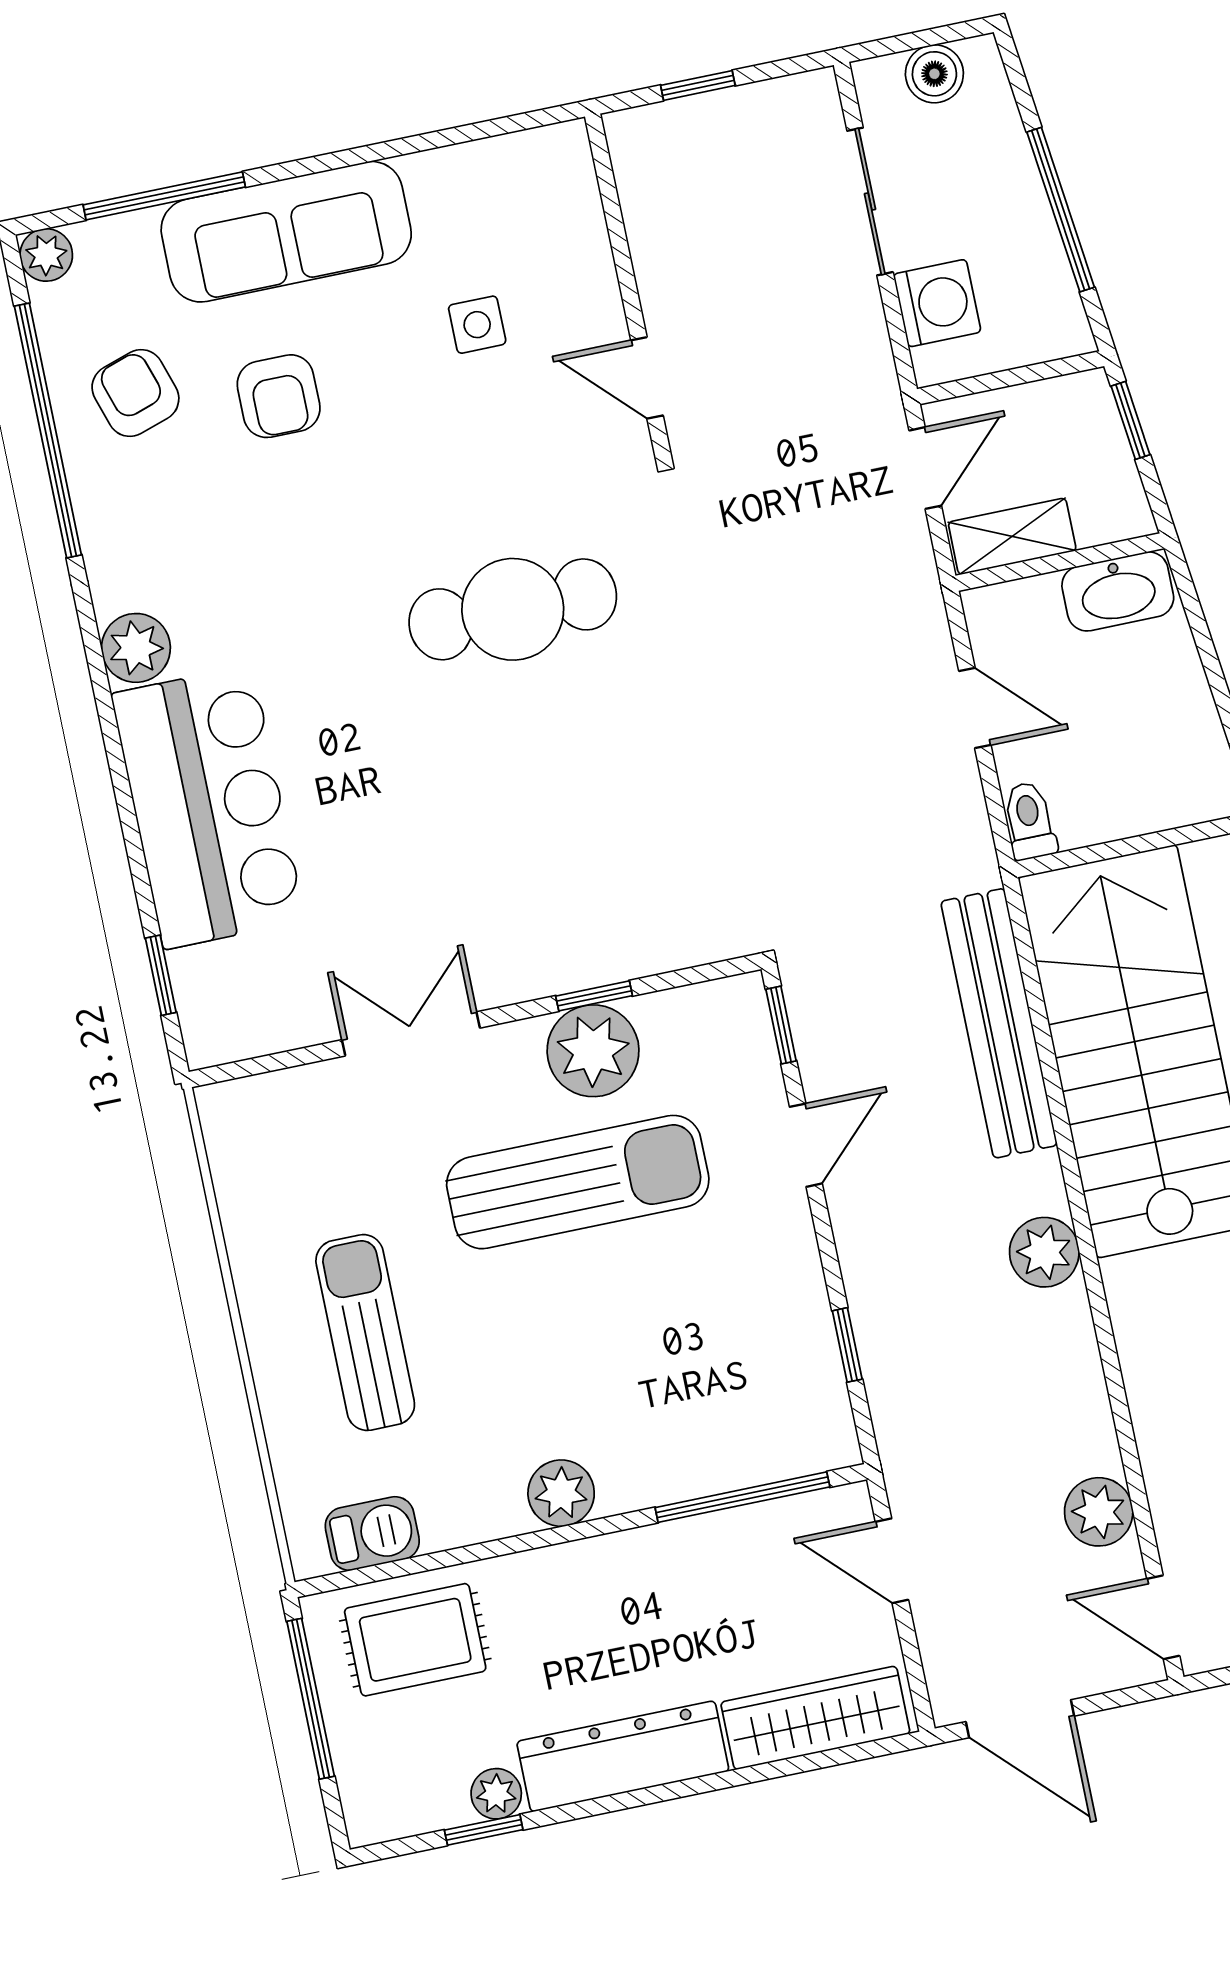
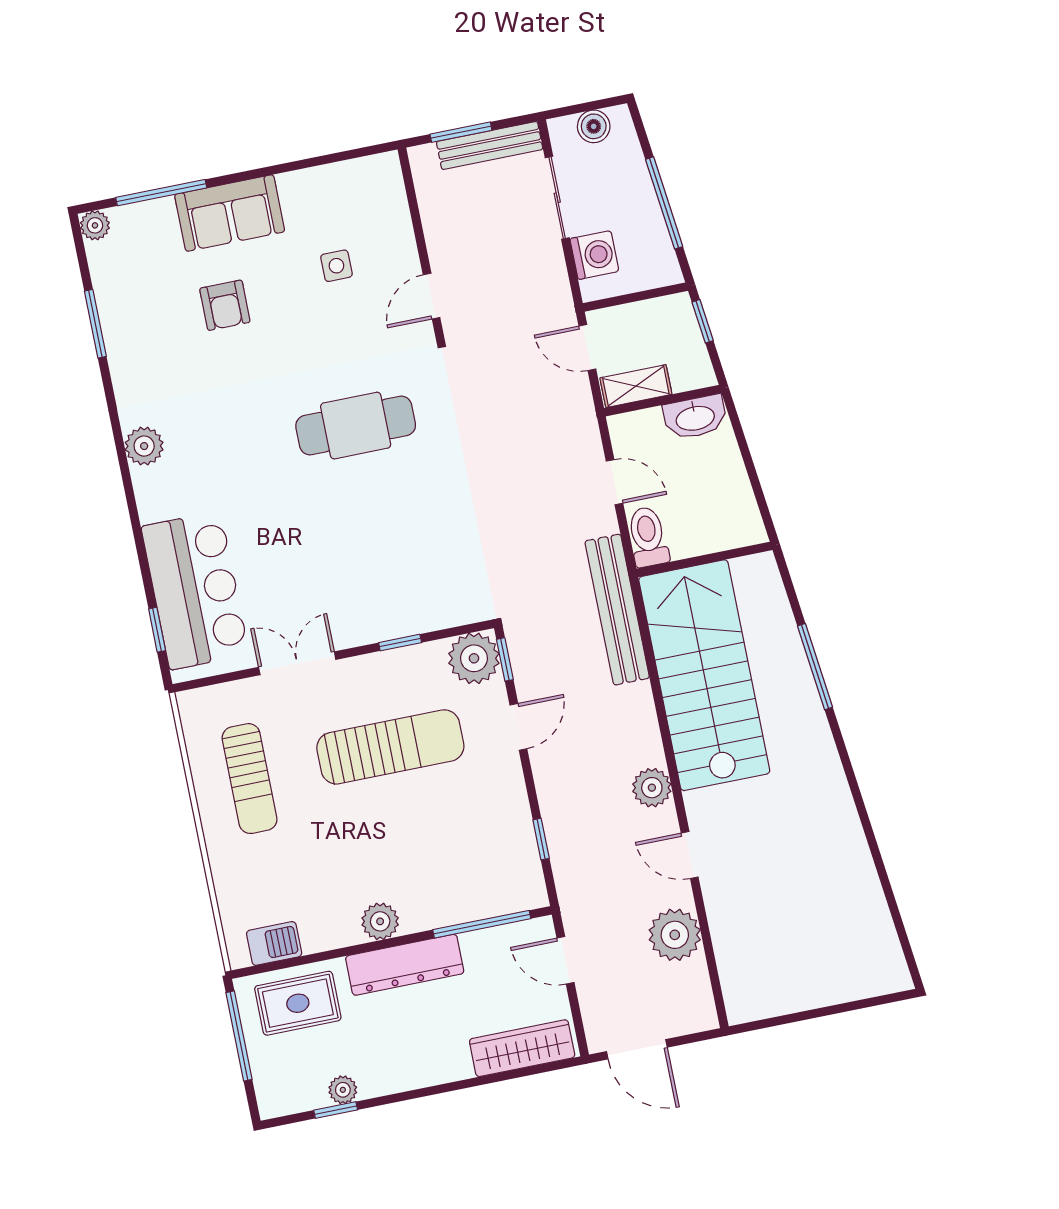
window: (698, 85) -> (461, 132), width x1.50
bench: (749, 109) -> (490, 146), added
sofa: (286, 232) -> (230, 213), width x0.73
door: (647, 378) -> (432, 296), hinge flipped
armchair: (135, 393) -> (145, 303), removed
window: (48, 430) -> (95, 324), width x0.47
door: (925, 468) -> (587, 347), swing flipped
bar counter: (208, 807) -> (195, 590), moved
toilet: (1030, 821) -> (648, 537), width x1.37, depth x1.39
bench: (999, 1023) -> (617, 610), moved
plant: (593, 1051) -> (474, 658), moved
sun lounger: (365, 1333) -> (250, 779), moved, turned 180
plant: (1099, 1512) -> (675, 935), width x1.36, depth x1.36
door: (1163, 1617) -> (690, 855), moved
dresser: (623, 1756) -> (405, 965), moved, turned 180

